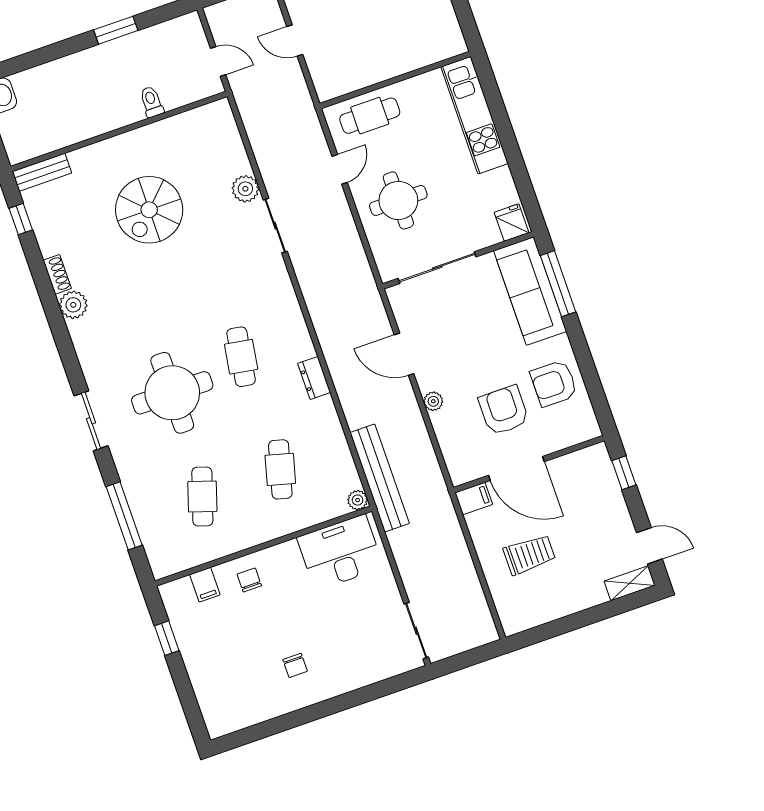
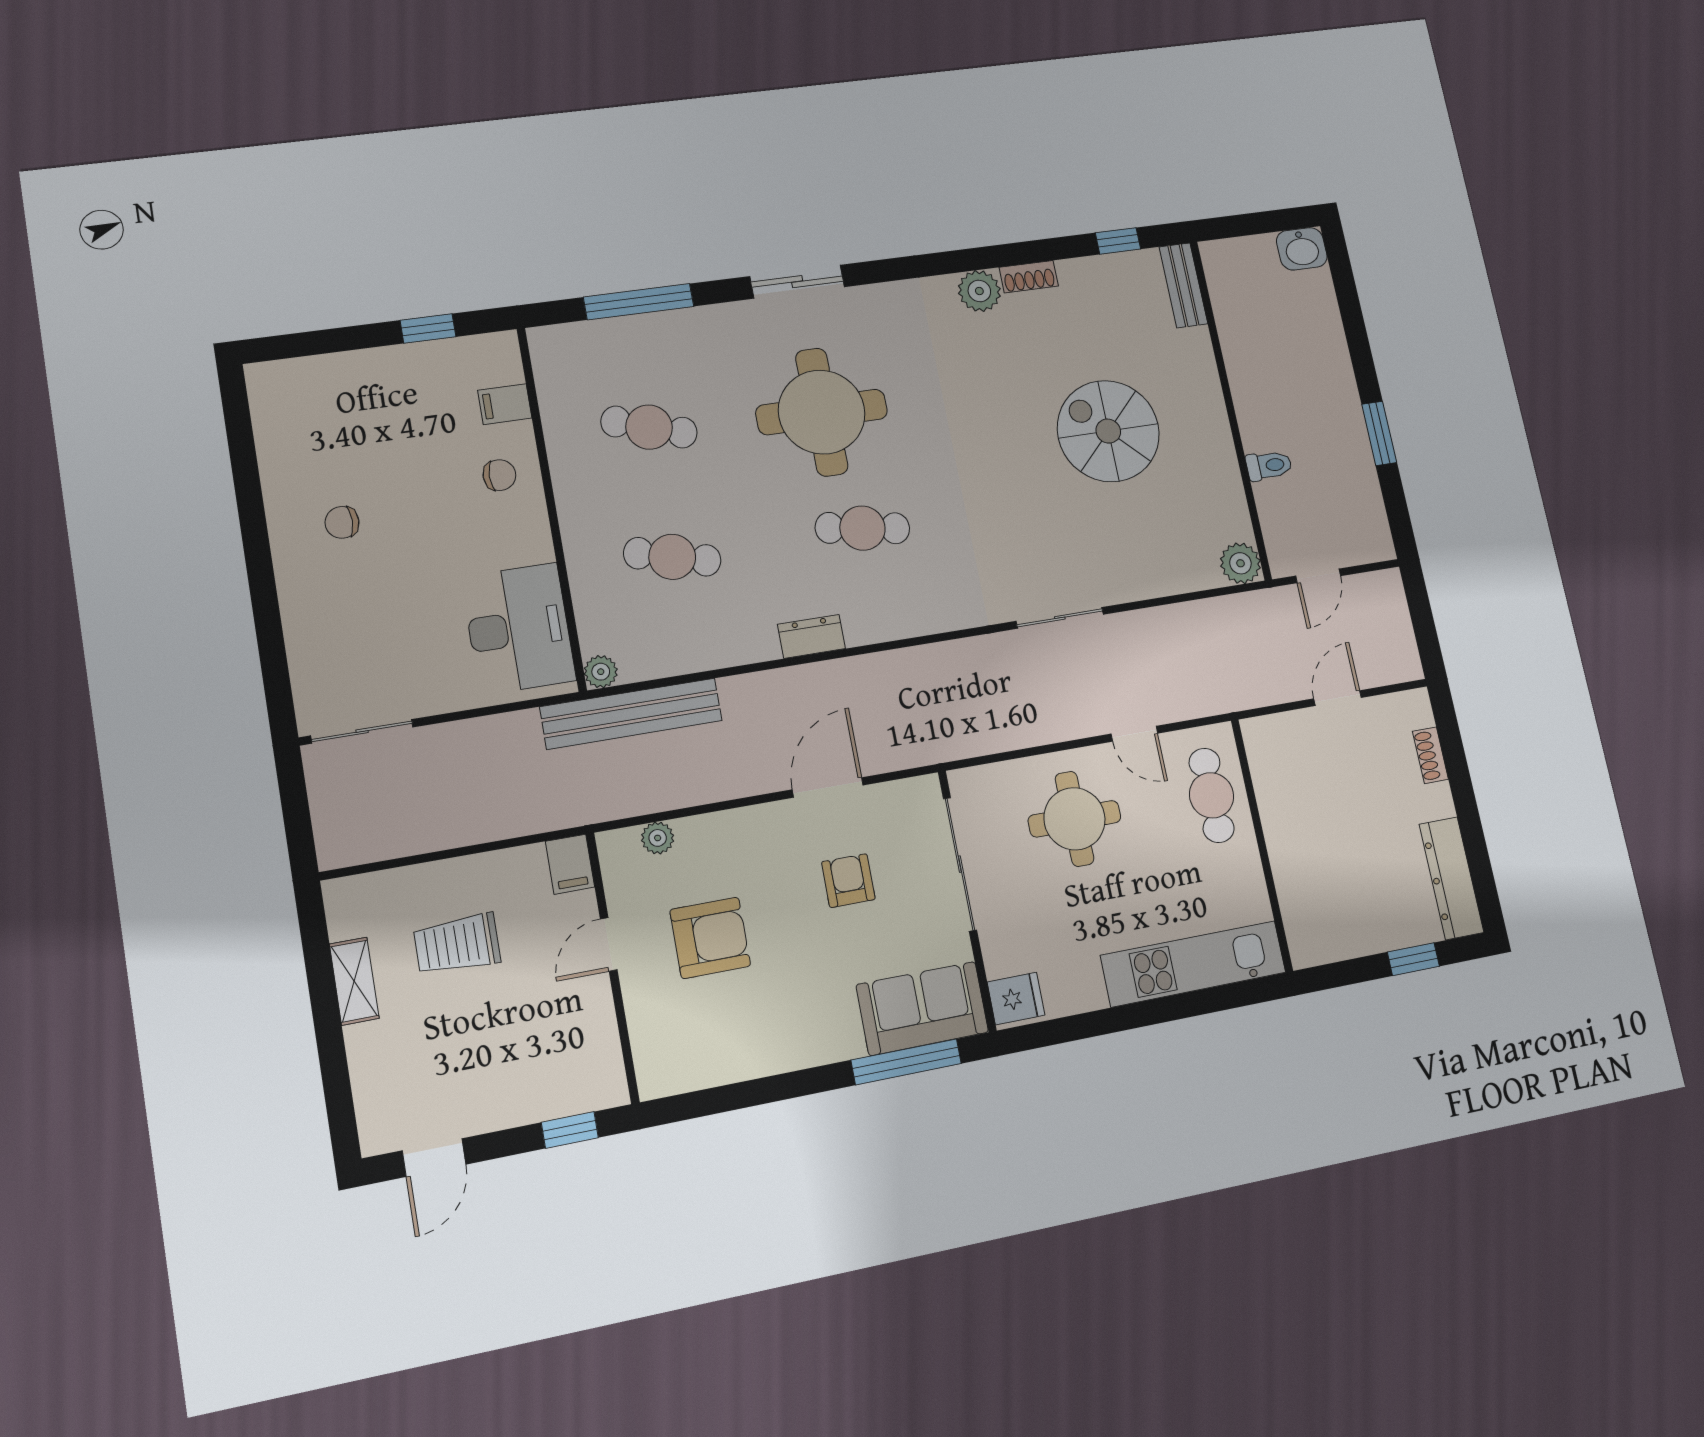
plant: (245, 189) -> (1240, 563), moved
sofa: (530, 291) -> (922, 1008), width x0.73
armchair: (554, 383) -> (848, 881), moved, width x0.72, depth x0.72
plant: (433, 401) -> (658, 838), moved
door: (516, 468) -> (609, 944), width x0.53
trolley: (529, 555) -> (457, 944), turned 90
shelving: (630, 583) -> (354, 981), moved

